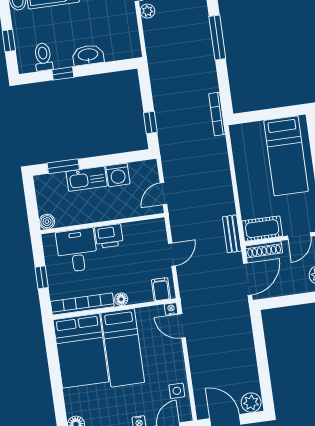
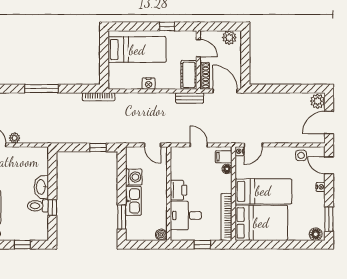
toilet: (43, 57) -> (38, 206), moved
nightstand: (243, 177) -> (149, 84), added
floor lamp: (121, 299) -> (227, 169), moved

